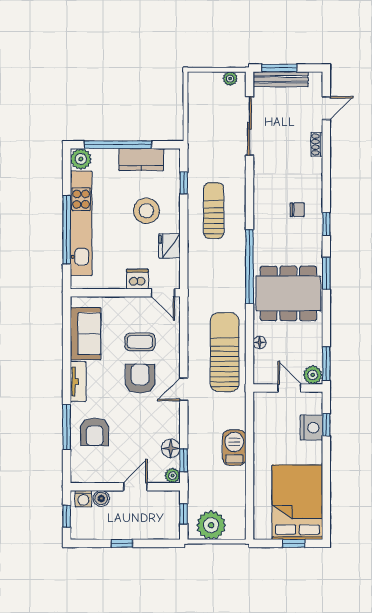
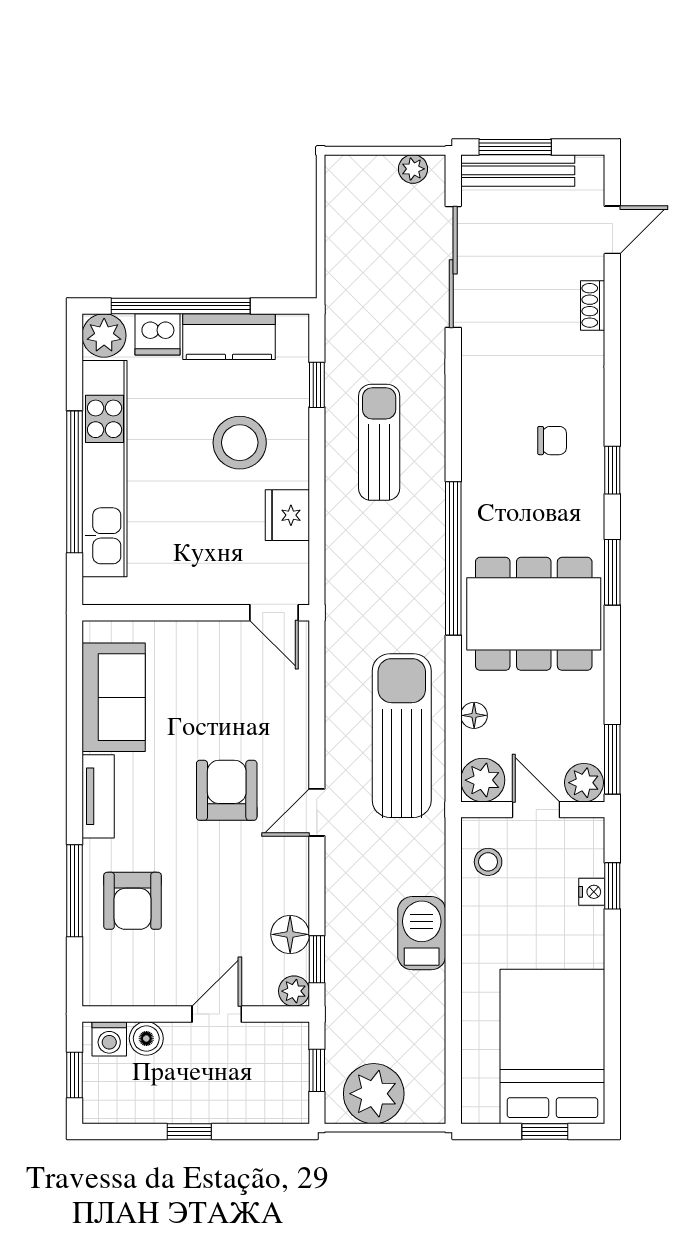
dishwasher: (137, 279) -> (157, 334), moved, turned 180
coffee table: (140, 342) -> (226, 714), removed
plant: (264, 374) -> (483, 780), added
stool: (266, 413) -> (488, 862), added
nightstand: (311, 428) -> (592, 892), width x0.53, depth x0.56

